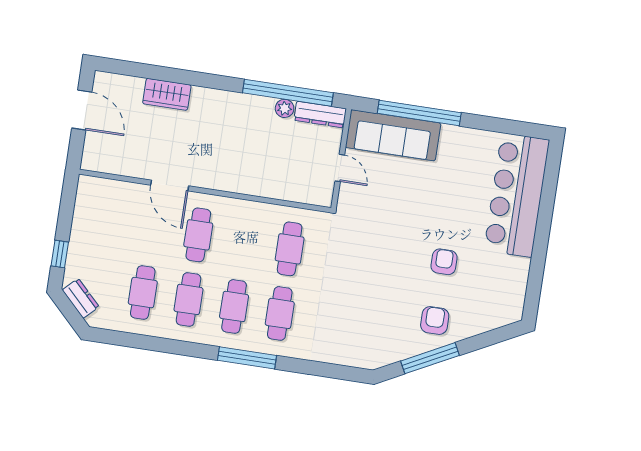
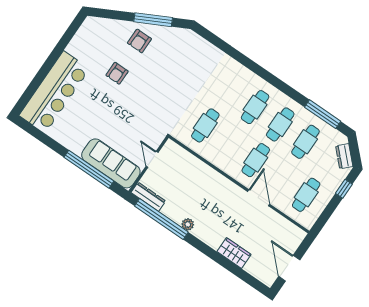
plant: (285, 108) -> (188, 224), moved
cafe table: (280, 313) -> (306, 195), moved
window: (247, 358) -> (323, 114), moved

